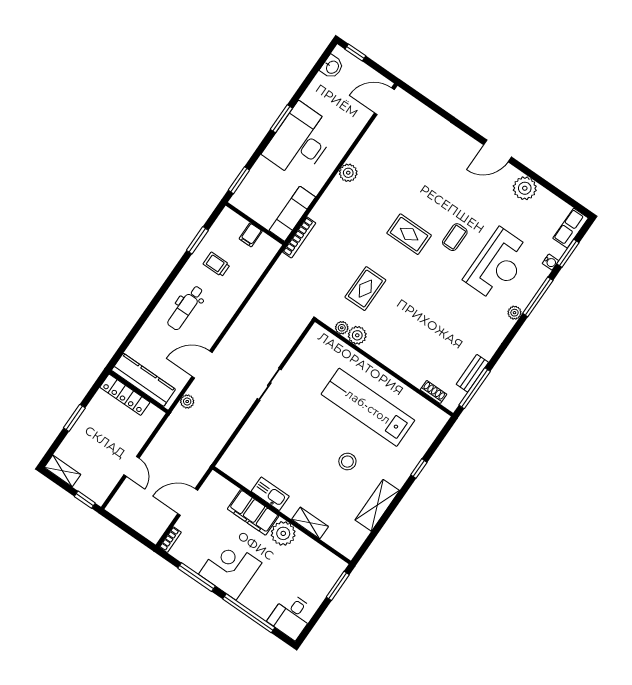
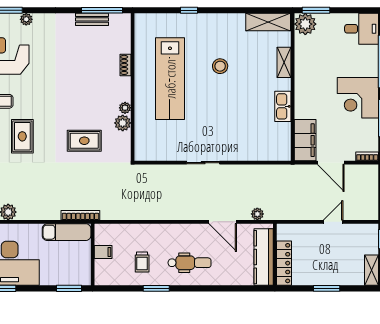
window: (197, 240) -> (156, 288), moved
plant: (342, 328) -> (125, 108), moved
shoe rack: (433, 392) -> (125, 65), moved
shelving: (377, 505) -> (268, 22), moved
filing cabinet: (253, 512) -> (305, 140), moved
plant: (283, 533) -> (305, 24), moved

